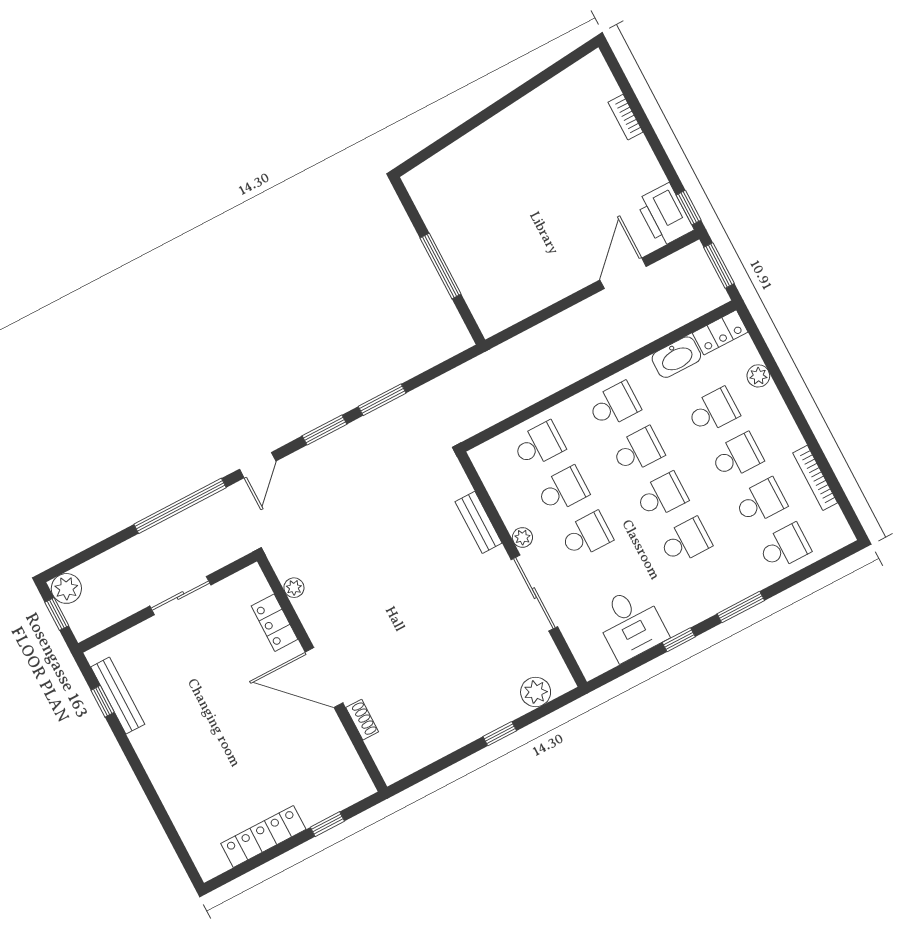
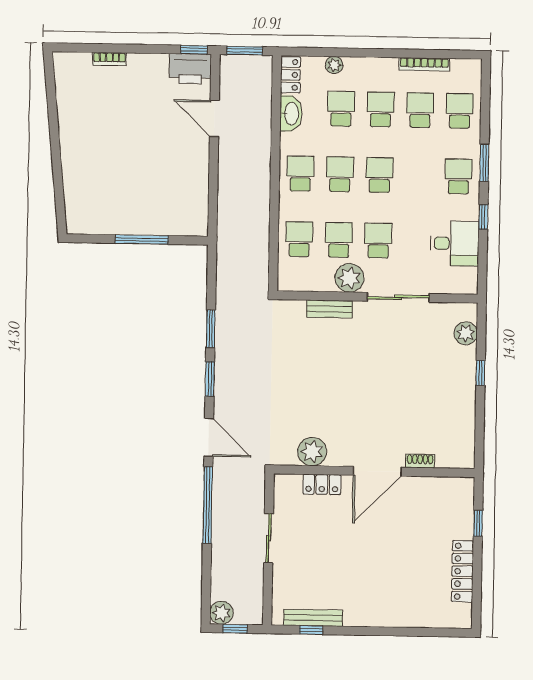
door: (258, 465) -> (209, 437), width x1.38
plant: (522, 537) -> (349, 278), width x1.88, depth x1.88
school desk: (685, 541) -> (459, 176), moved
plant: (294, 588) -> (312, 452), width x1.88, depth x1.88

